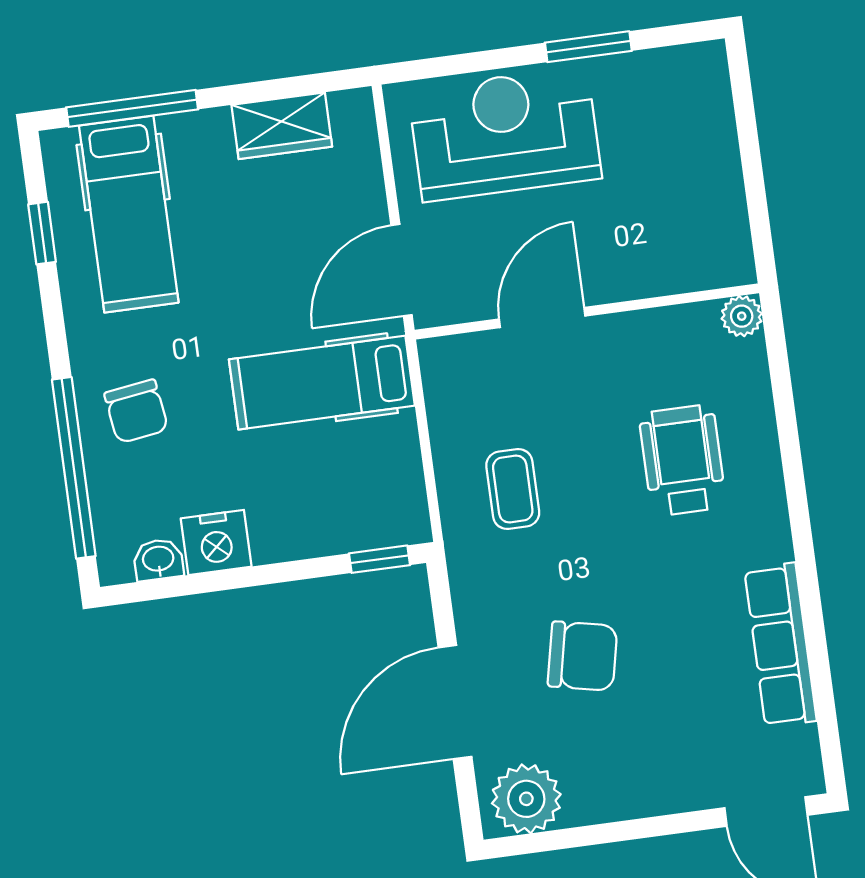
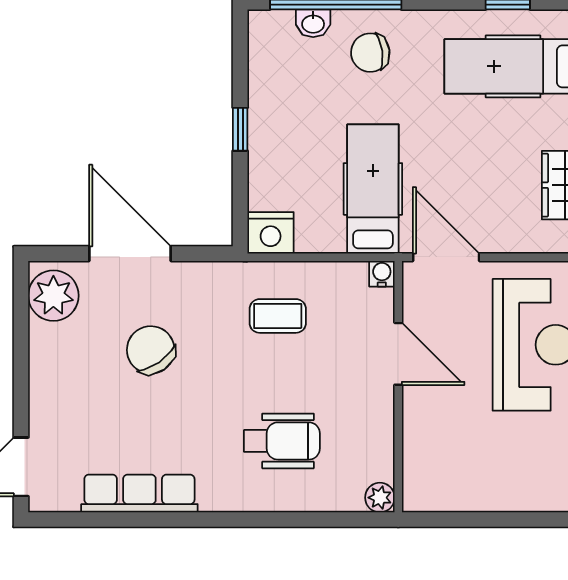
water cooler: (436, 355) -> (382, 274), added
nightstand: (216, 542) -> (271, 233), moved, turned -90
window: (380, 559) -> (240, 129), moved
washbasin: (158, 560) -> (313, 23), moved, turned 90
chair: (583, 656) -> (151, 350), turned 133

